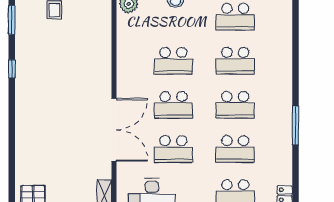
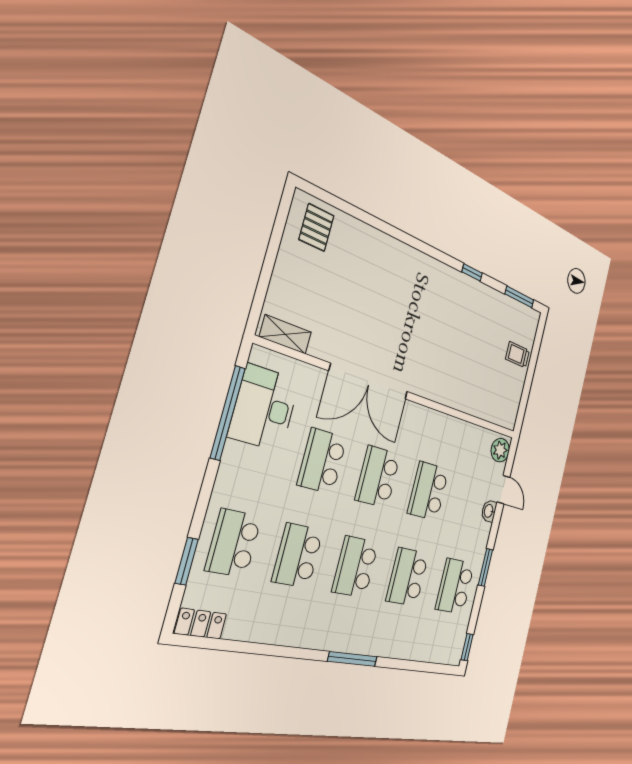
window: (295, 126) -> (353, 659), moved

